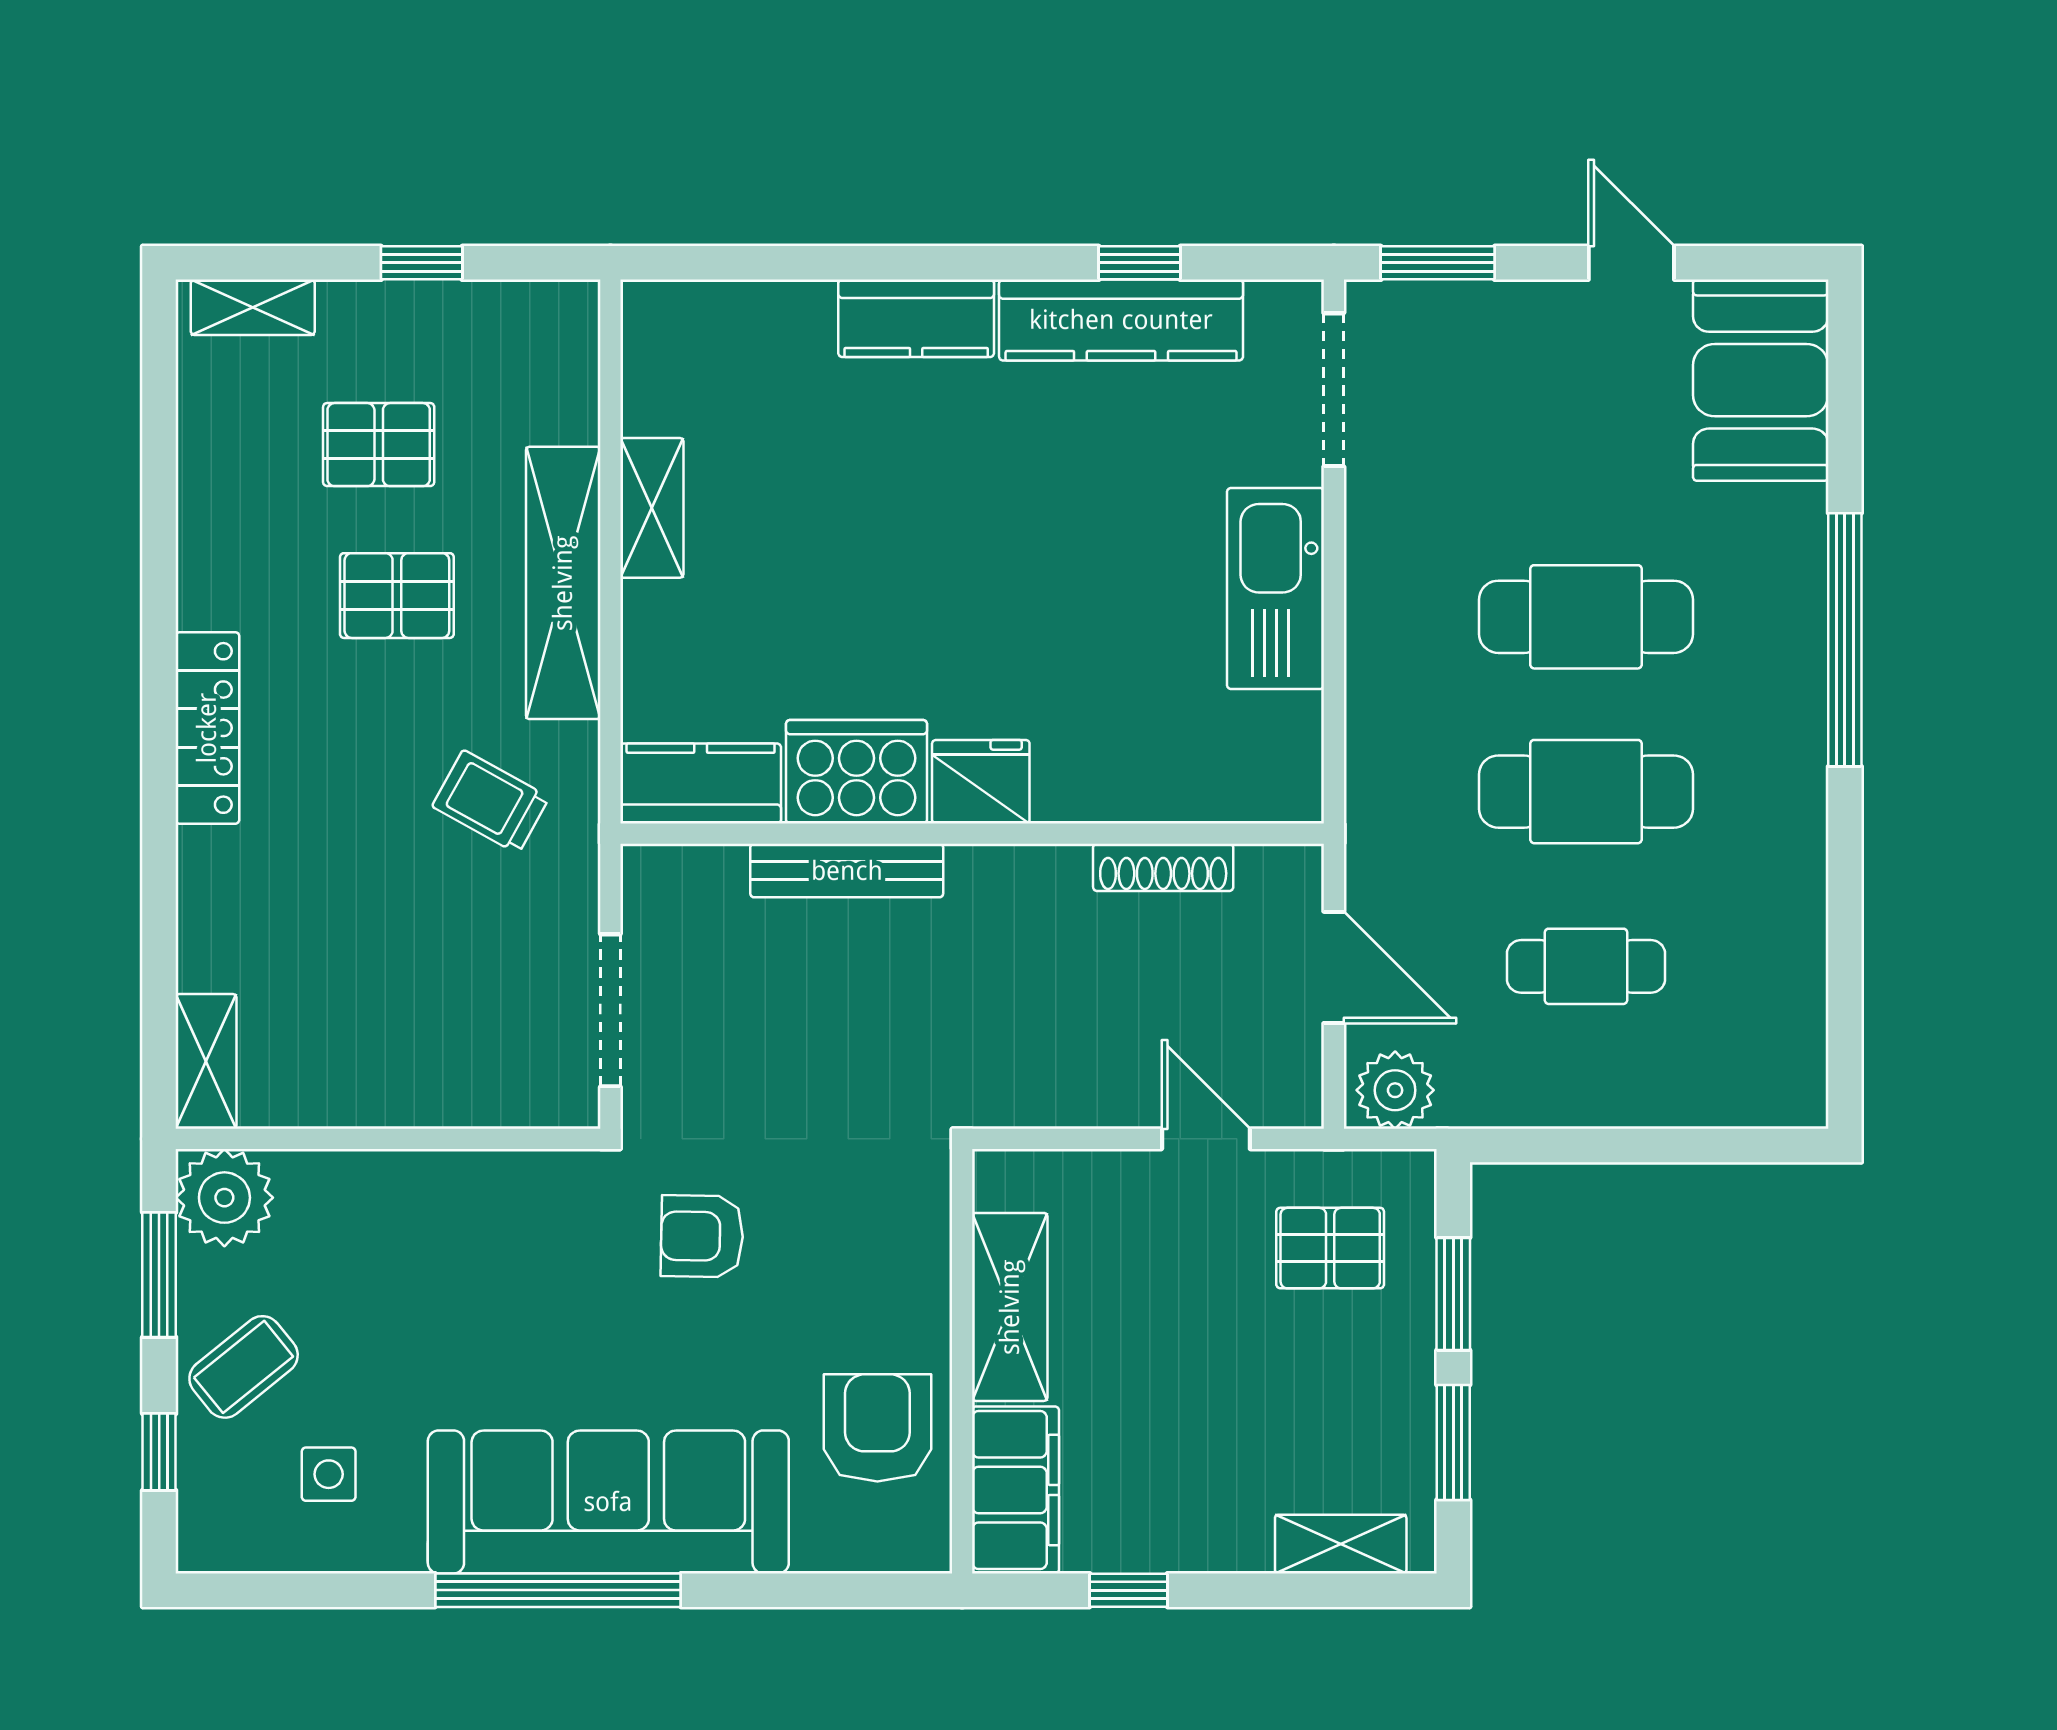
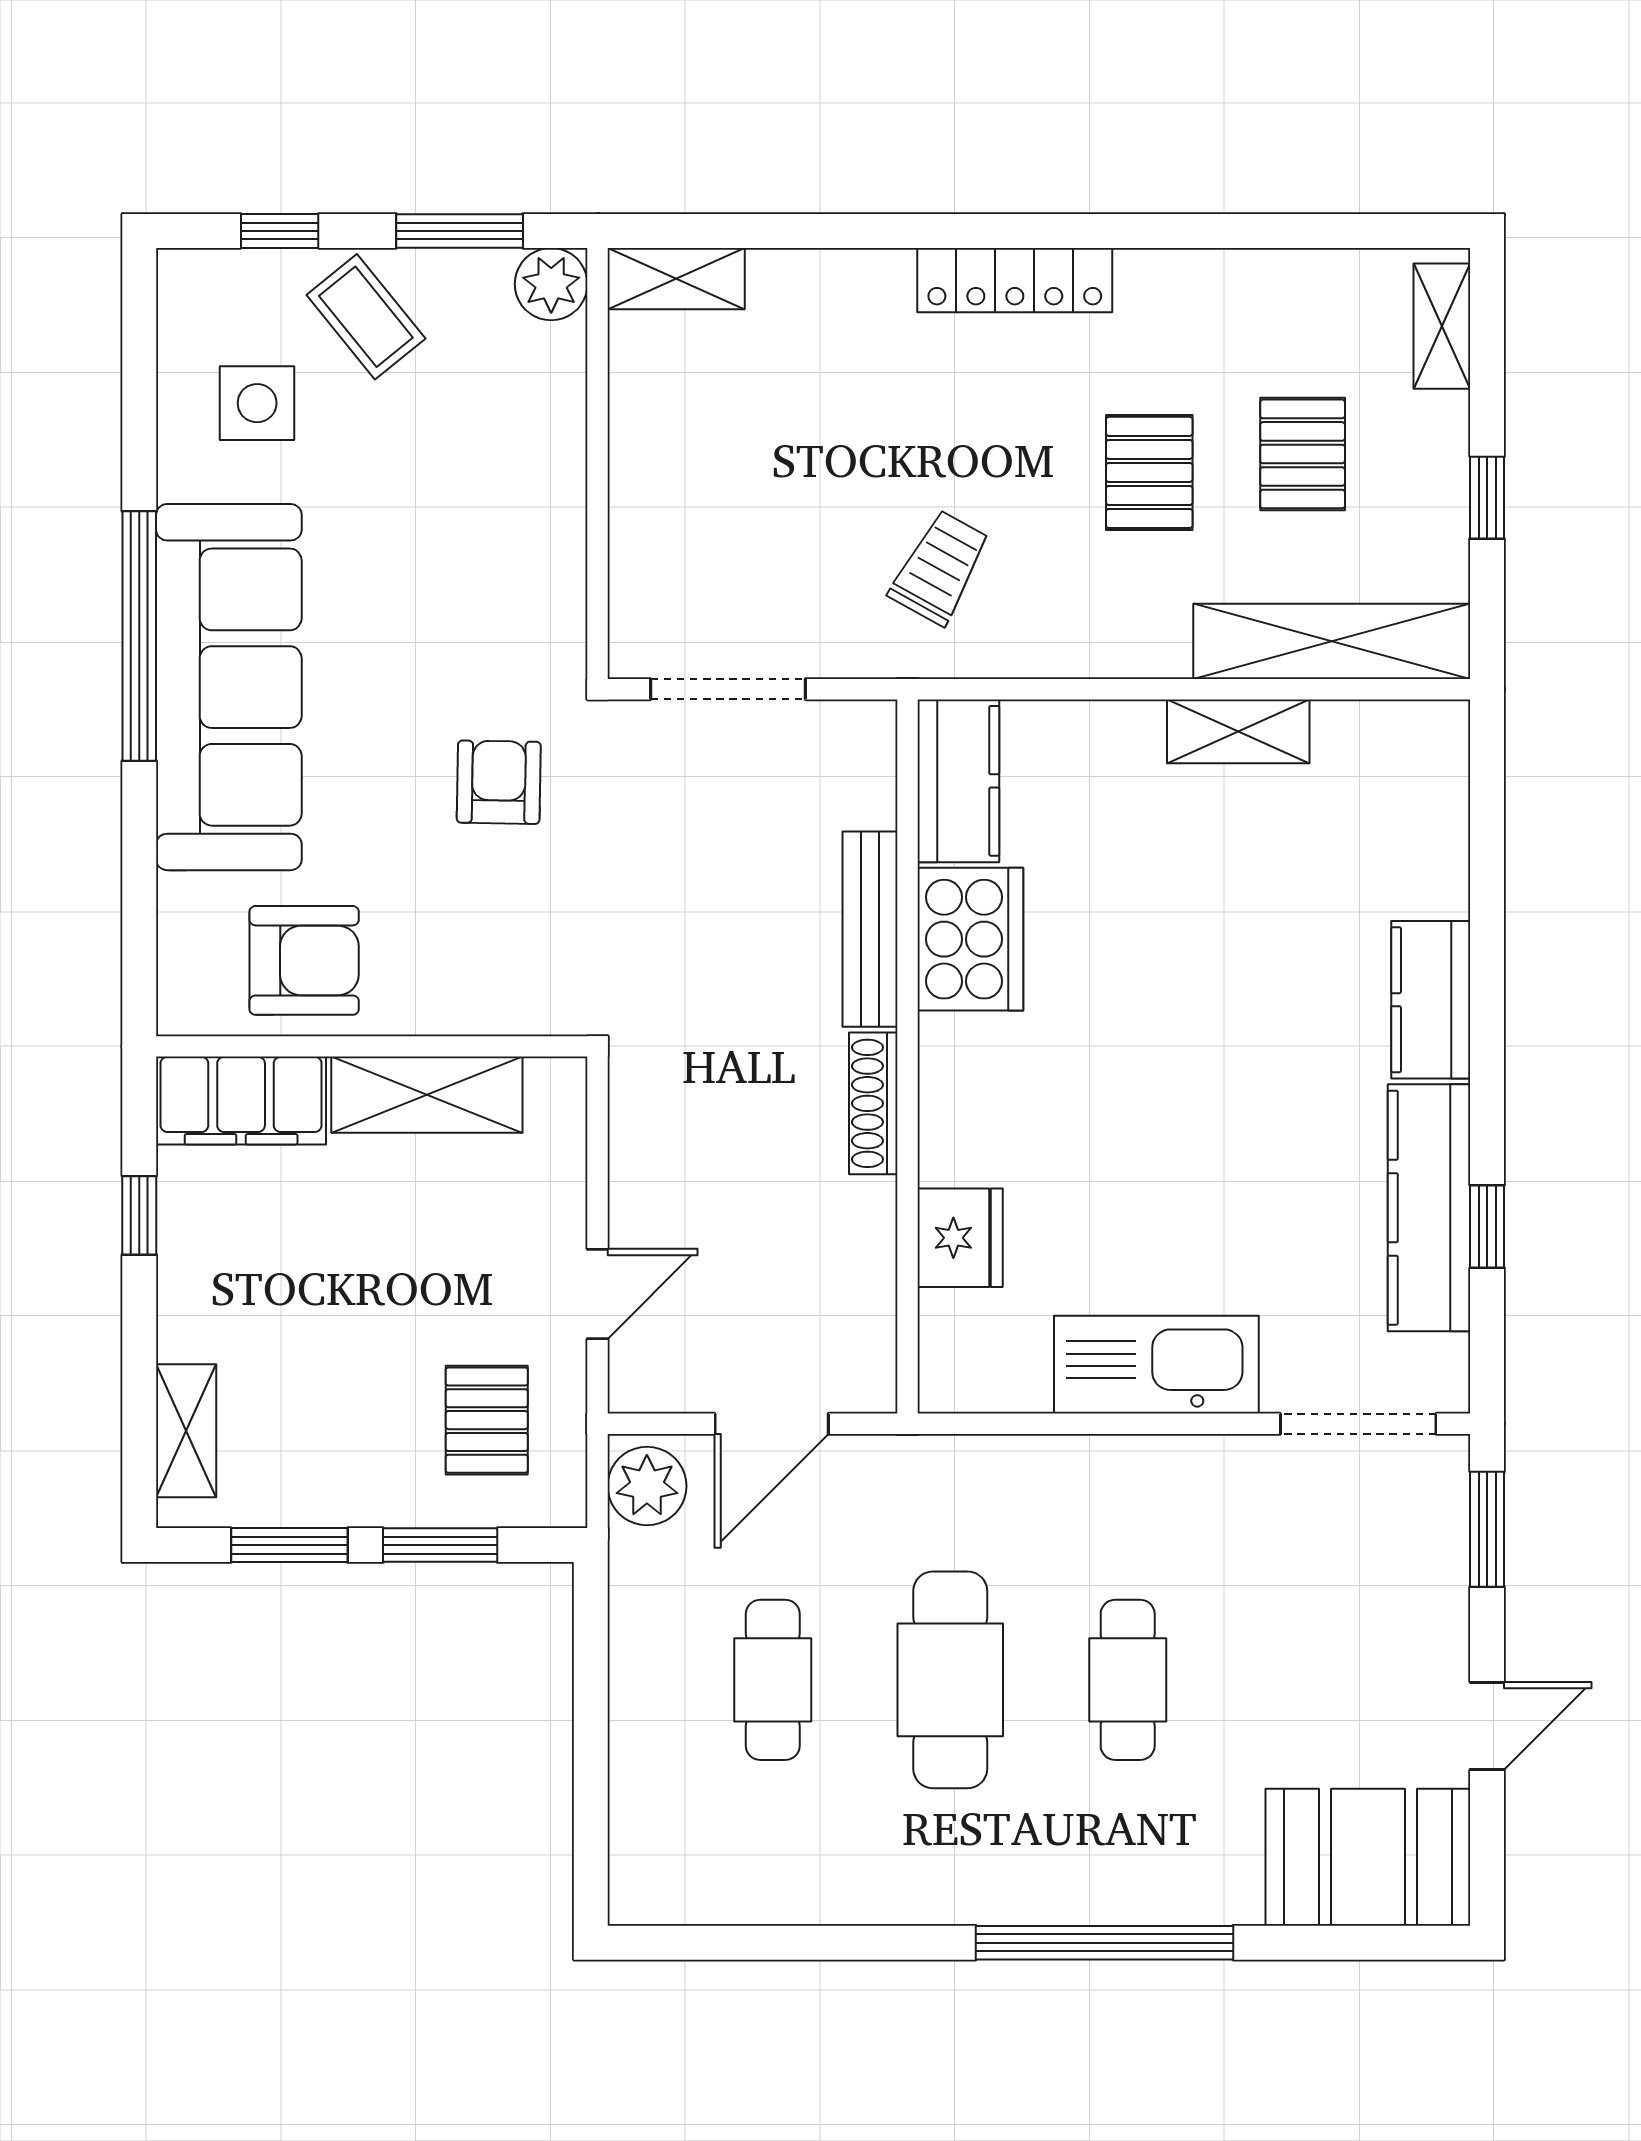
shelving: (563, 583) -> (1332, 641), moved
cafe table: (1586, 617) -> (1128, 1680), width x0.73, depth x0.74
fridge: (981, 782) -> (960, 1238), moved
shoe rack: (1163, 867) -> (873, 1103), moved
plant: (224, 1198) -> (551, 284), width x0.73, depth x0.73
side table: (329, 1474) -> (257, 403), width x1.37, depth x1.37

